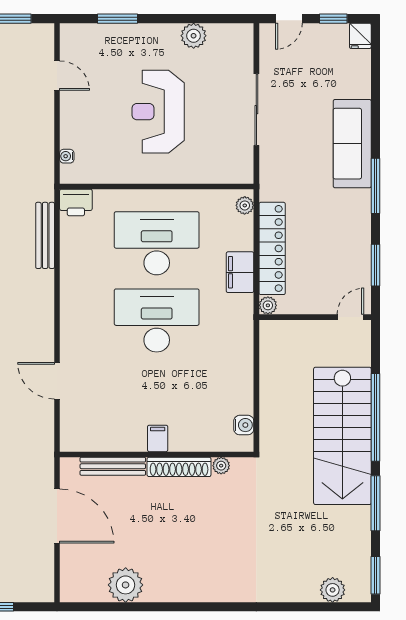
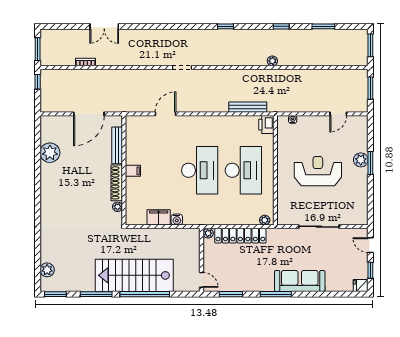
window: (117, 19) -> (370, 163), moved
plant: (194, 36) -> (361, 160), moved
filing cabinet: (240, 272) -> (159, 217), moved
water cooler: (244, 425) -> (177, 220), moved

